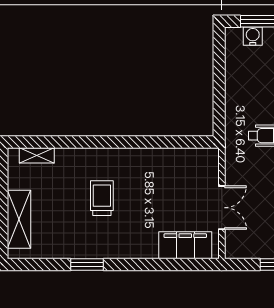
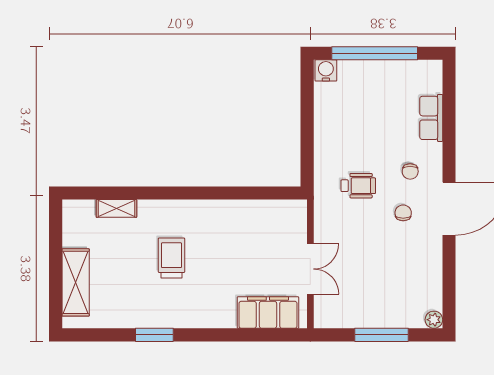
water cooler: (253, 36) -> (326, 70), moved
shelving: (37, 155) -> (116, 208), moved

